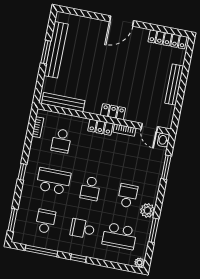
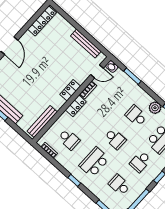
bench: (174, 85) -> (86, 44), moved

